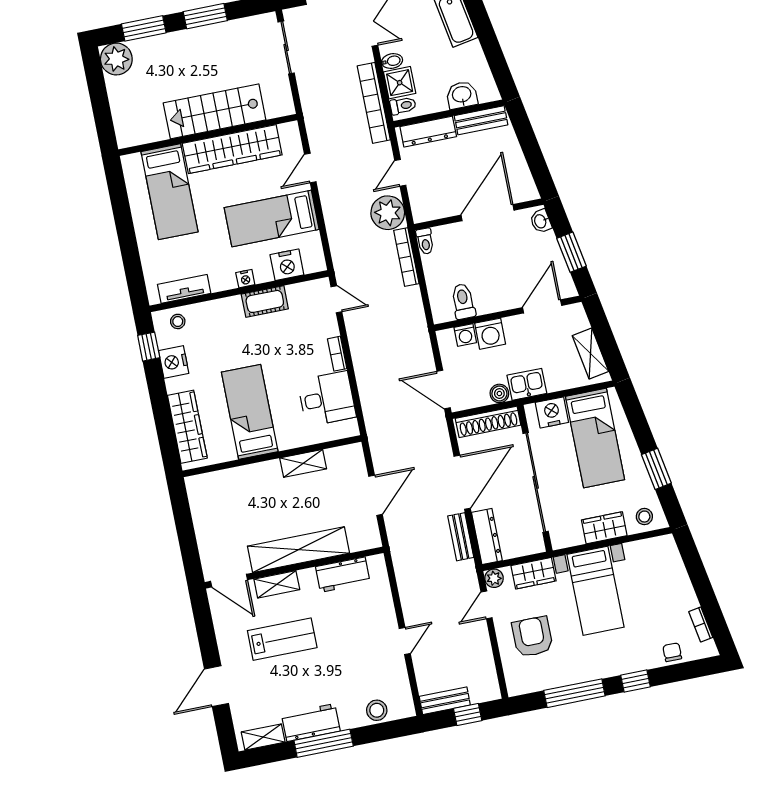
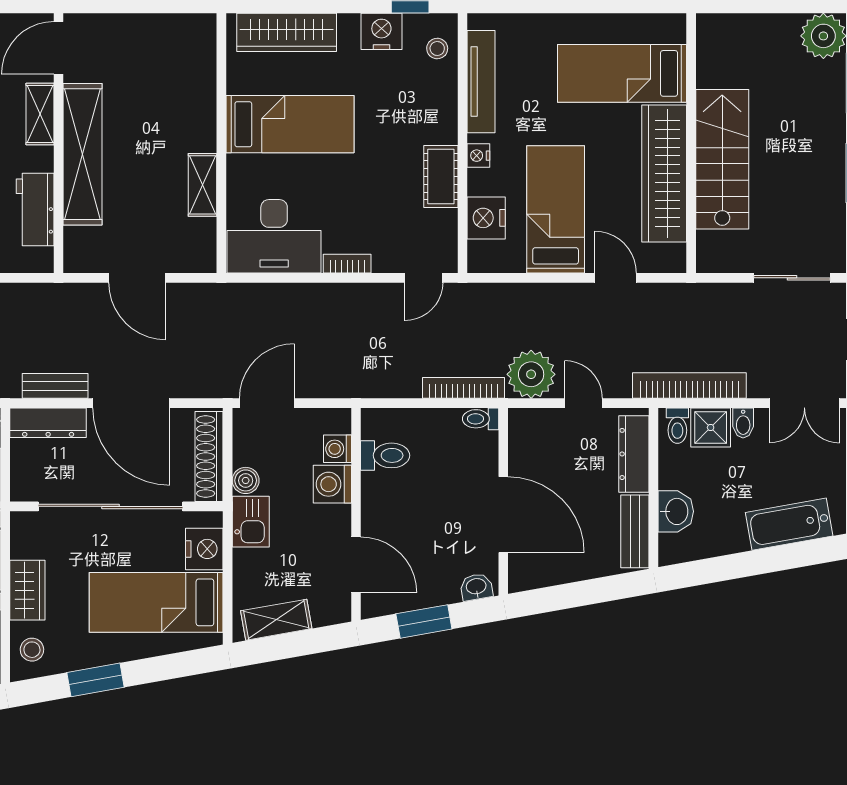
tv unit: (184, 289) -> (481, 82), width x1.41
desk: (327, 399) -> (274, 236), width x1.37

